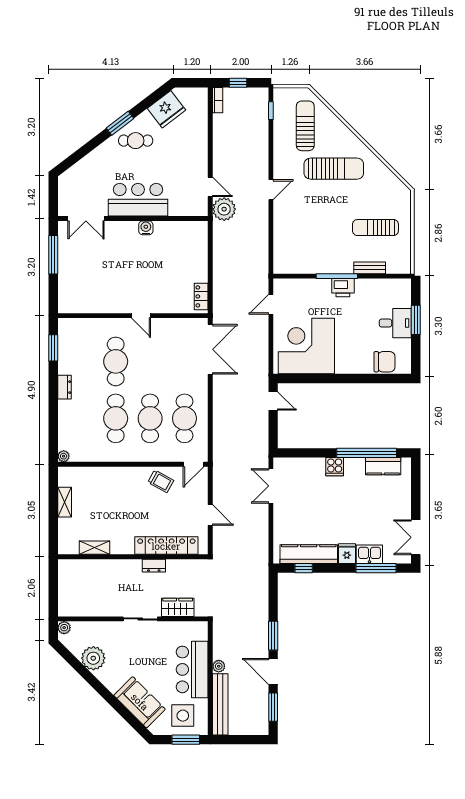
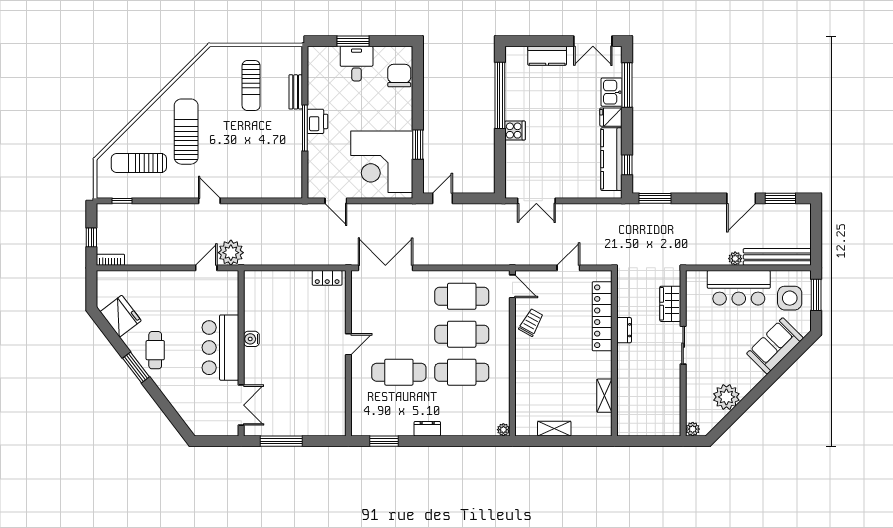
window: (322, 379) -> (418, 145), added
kitchen counter: (383, 466) -> (547, 56), moved, turned 90
window: (273, 636) -> (655, 198), moved

